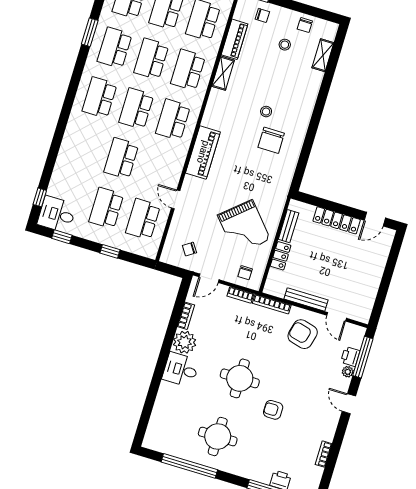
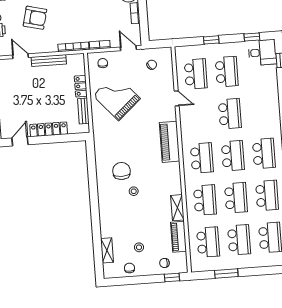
door: (209, 278) -> (128, 48), hinge flipped
armchair: (303, 334) -> (35, 18), moved

